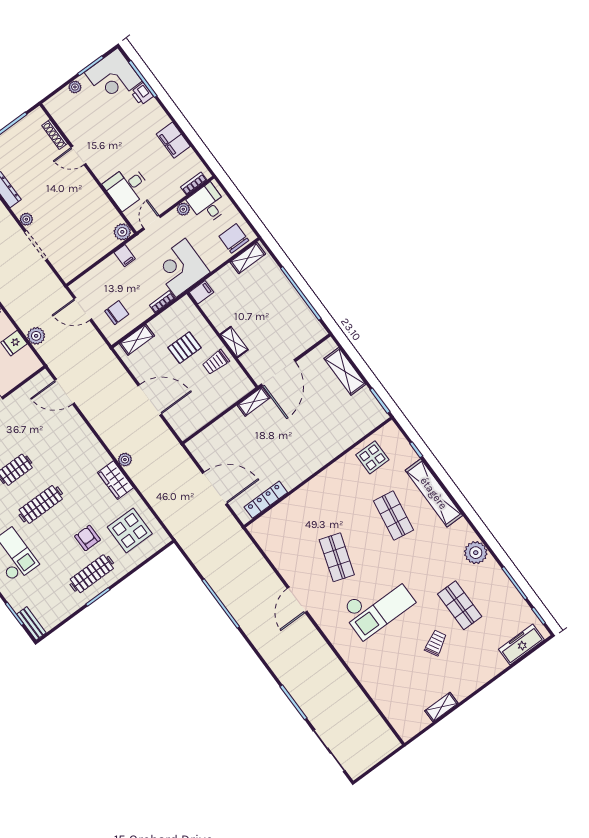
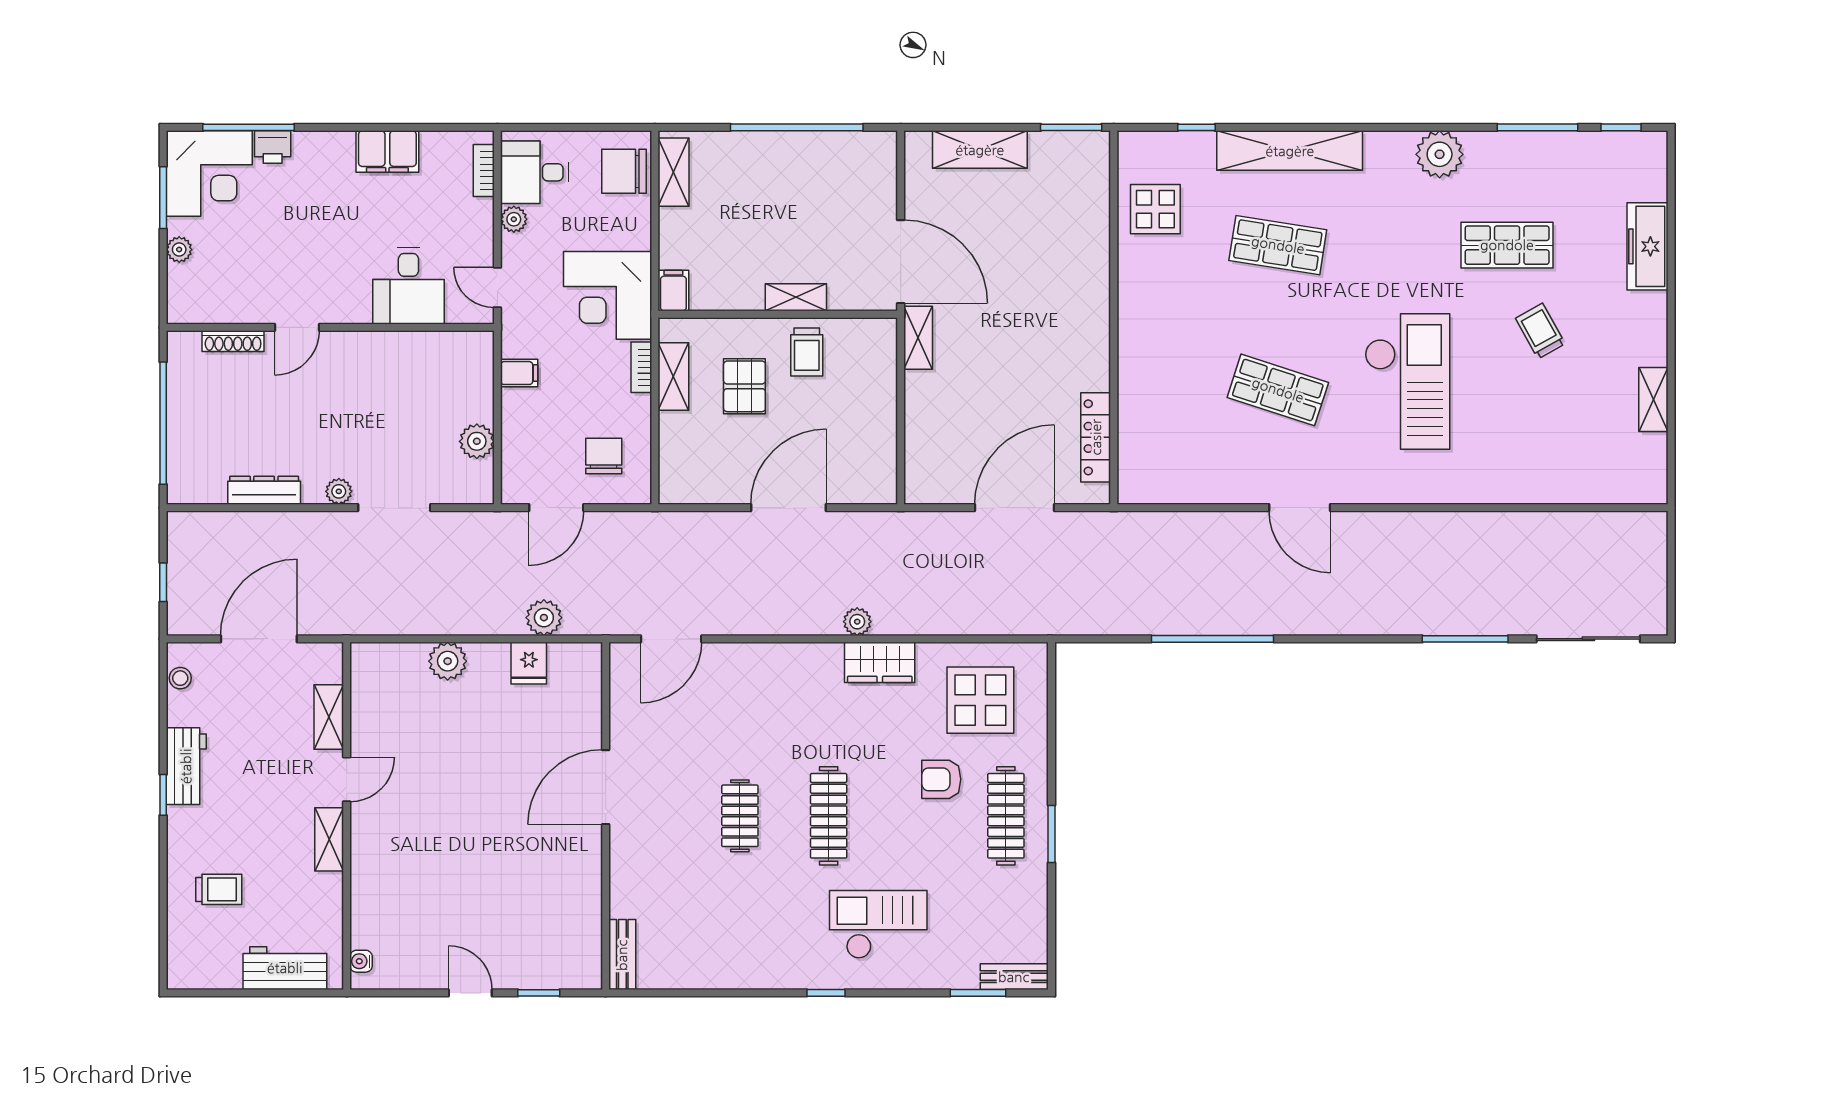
plant: (122, 232) -> (477, 441), moved
shelving: (137, 340) -> (673, 377), moved
freezer: (521, 645) -> (1647, 246), moved

